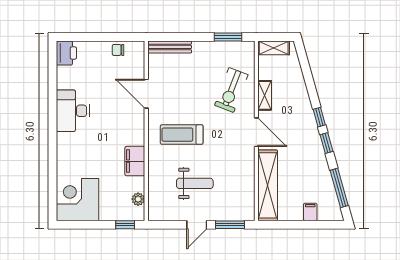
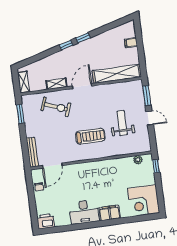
door: (146, 94) -> (52, 166), moved
treadmill: (182, 135) -> (90, 136), turned -90
filing cabinet: (135, 161) -> (110, 213), moved, turned 180
window: (339, 188) -> (112, 25), removed

